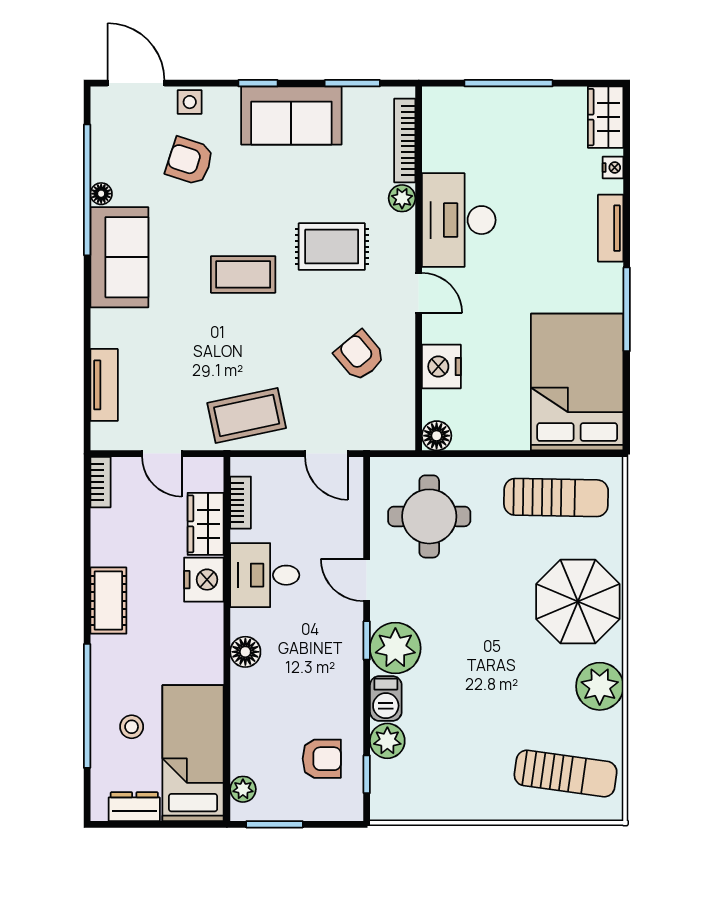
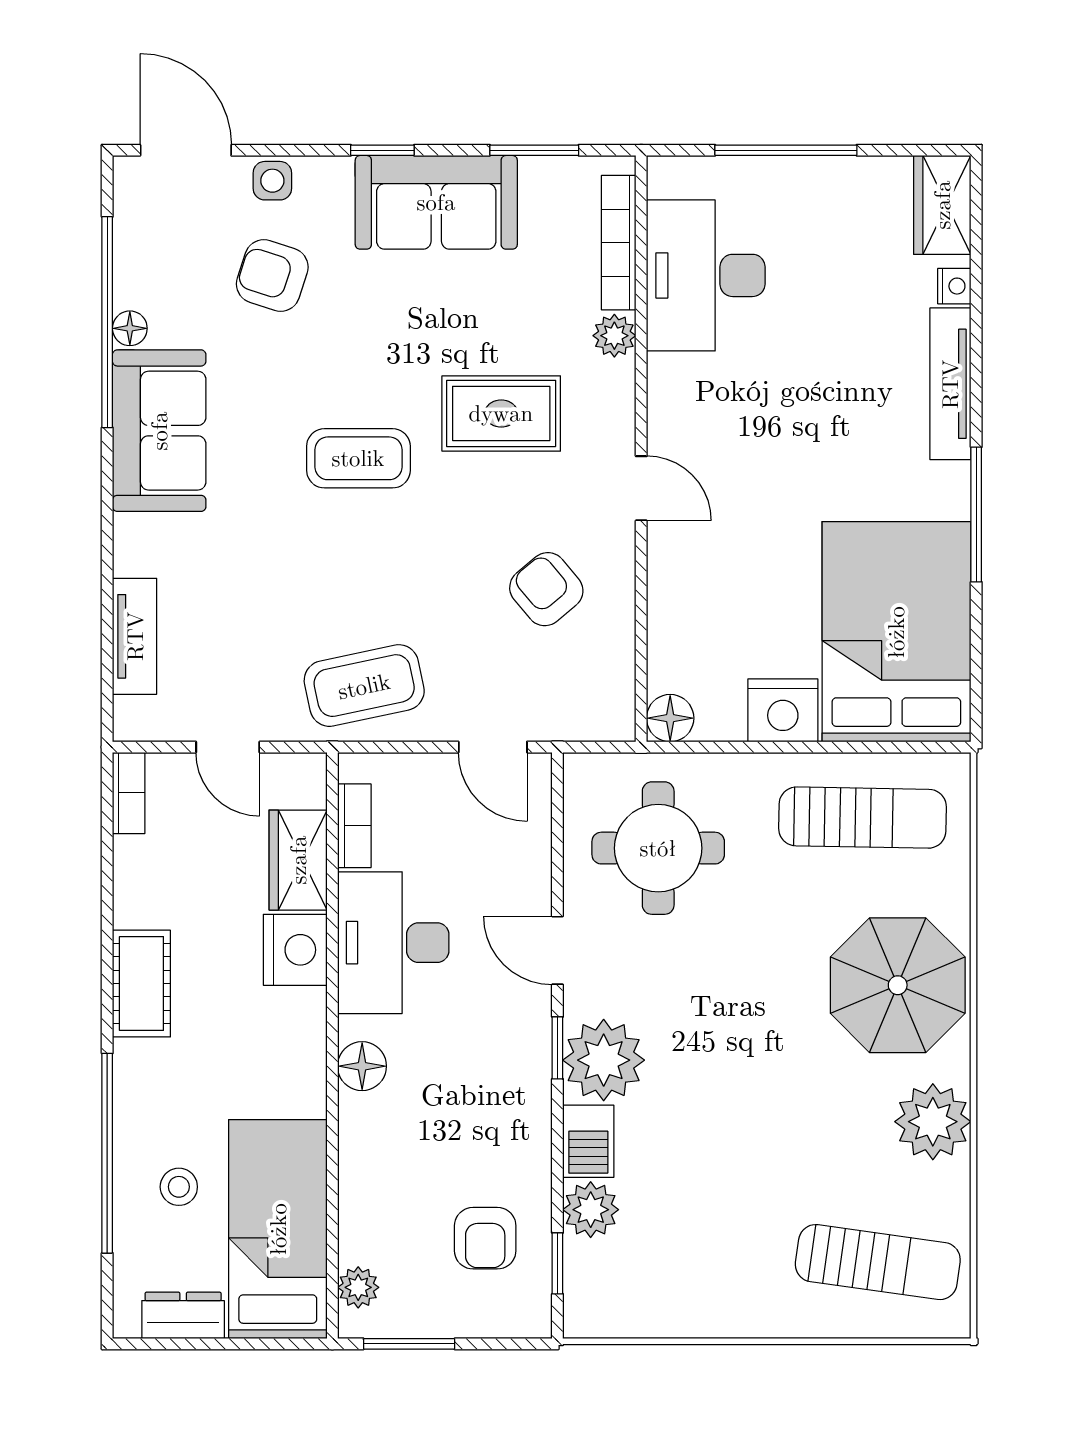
desk: (459, 220) -> (706, 275), moved
tv unit: (611, 228) -> (950, 384), width x1.41
nightstand: (441, 366) -> (783, 710), moved, turned -90
desk: (265, 575) -> (393, 943), width x1.37
armchair: (322, 759) -> (485, 1238), turned 90

